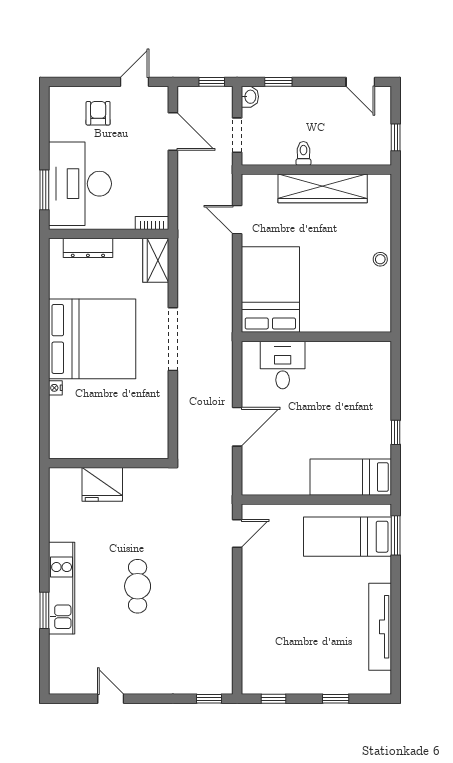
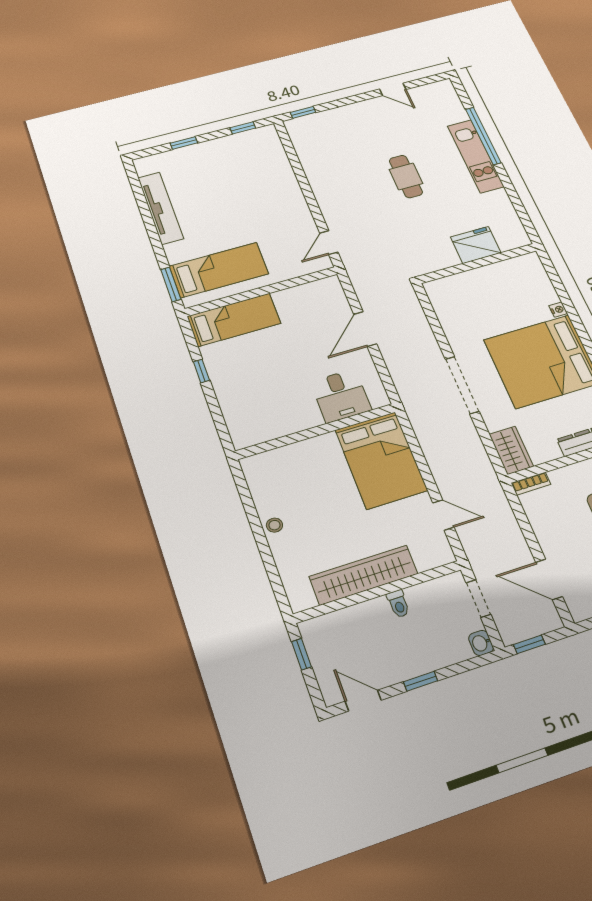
window: (278, 82) -> (421, 681), moved
window: (44, 610) -> (483, 136), width x2.11

